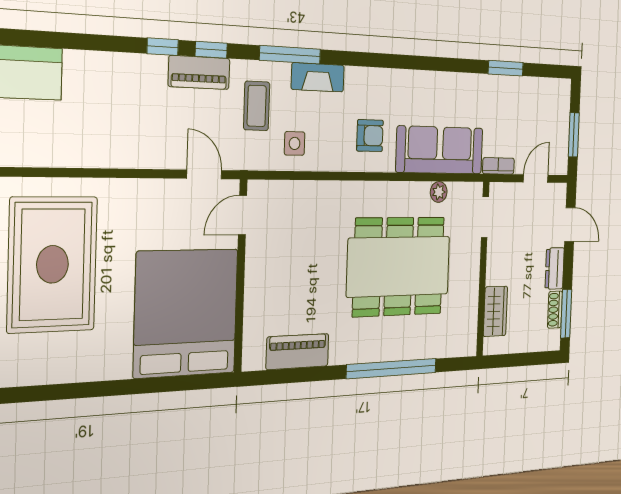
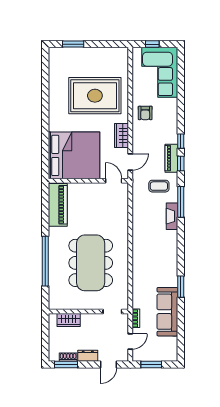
window: (506, 68) -> (181, 287), moved
armchair: (370, 136) -> (145, 113), moved
side table: (295, 143) -> (144, 205), removed
sofa: (440, 150) -> (167, 312), moved, turned 180
door: (536, 179) -> (130, 342), hinge flipped
plant: (439, 192) -> (124, 284), removed
wardrobe: (146, 196) -> (121, 136), added
piano: (298, 352) -> (58, 205), width x1.37, depth x1.33

